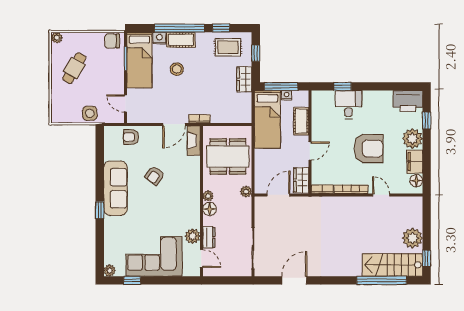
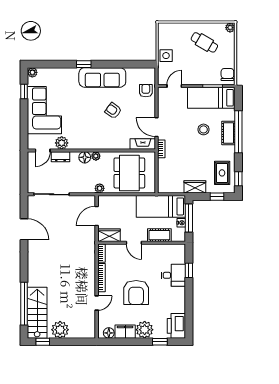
window: (221, 28) -> (238, 179), moved
nightstand: (159, 38) -> (230, 115), removed
door: (279, 195) -> (97, 216), swing flipped

